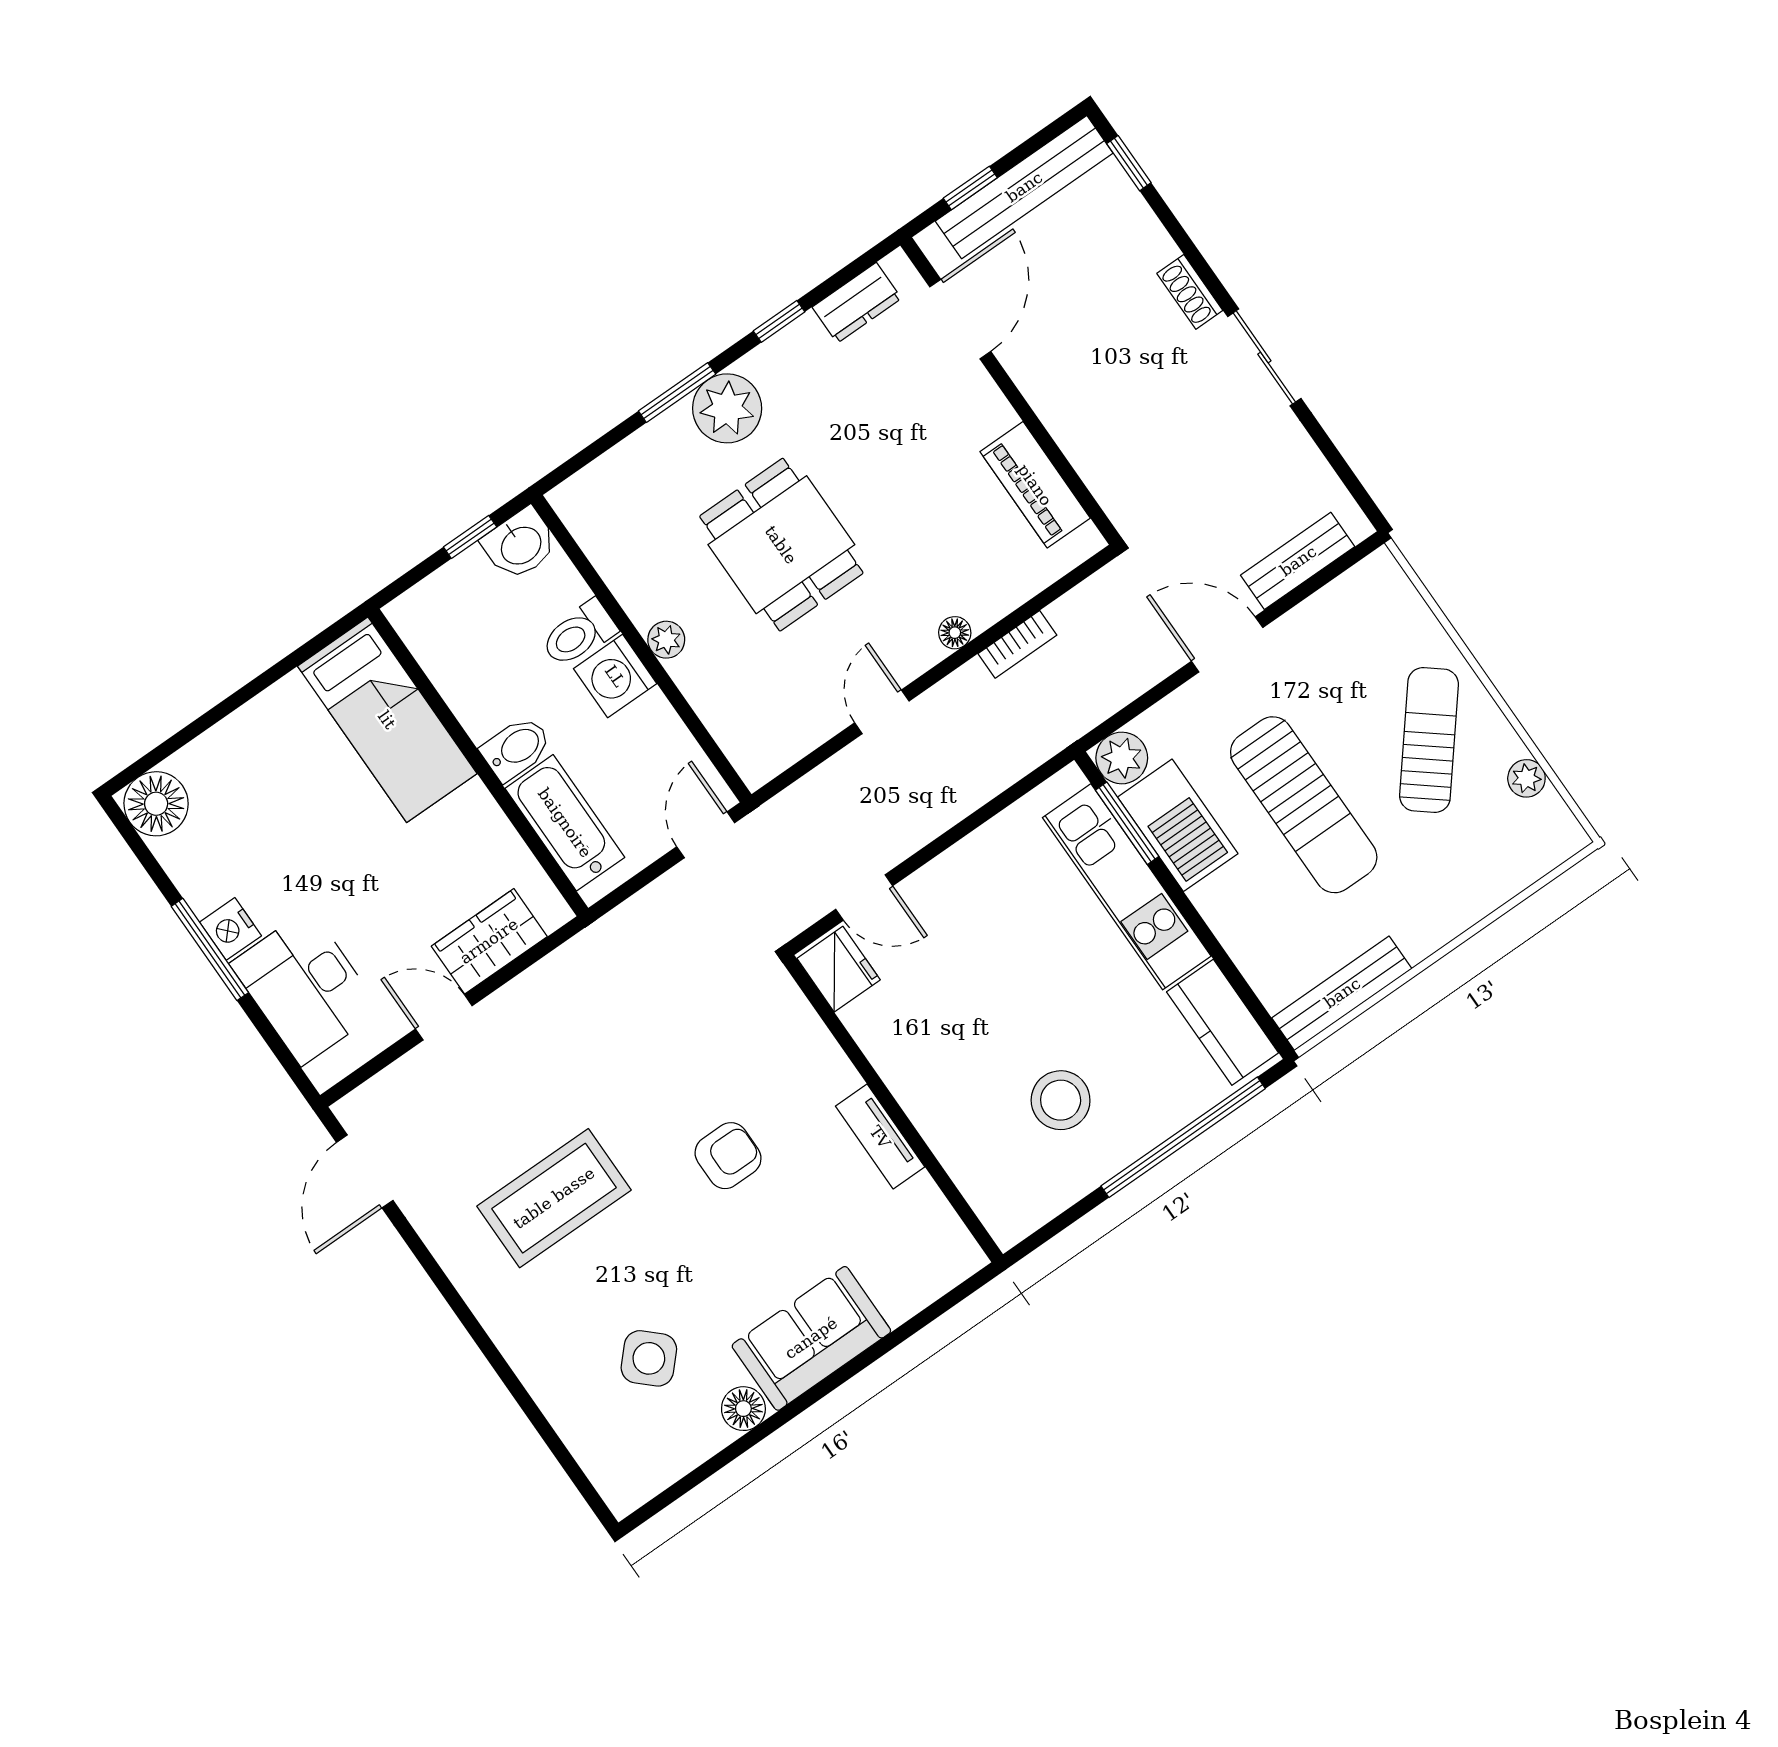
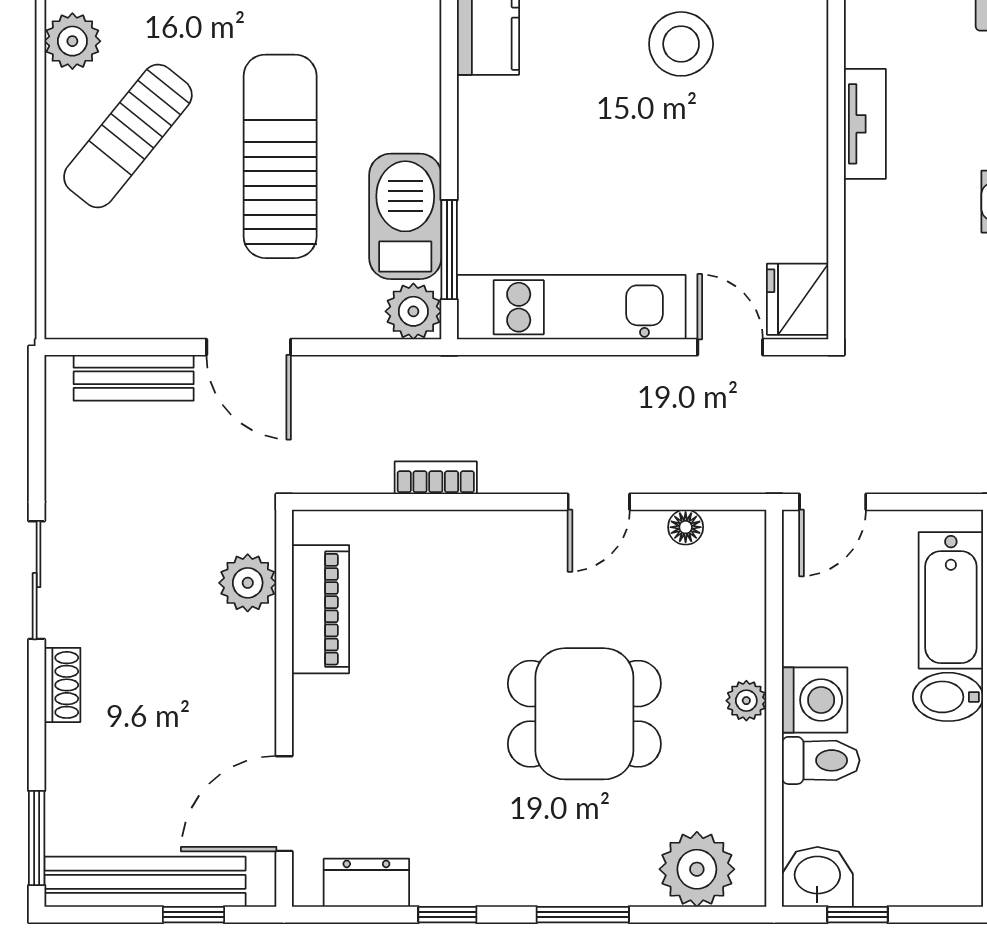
window: (1129, 163) -> (37, 838), width x1.50
plant: (727, 408) -> (697, 869), moved
plant: (1104, 466) -> (248, 583), added
dining table: (781, 545) -> (584, 714), turned 90
floor lamp: (955, 633) -> (686, 527), moved
plant: (1526, 778) -> (72, 41), width x1.38, depth x1.38
kitchen unit: (1127, 887) -> (571, 307), moved, turned -90

